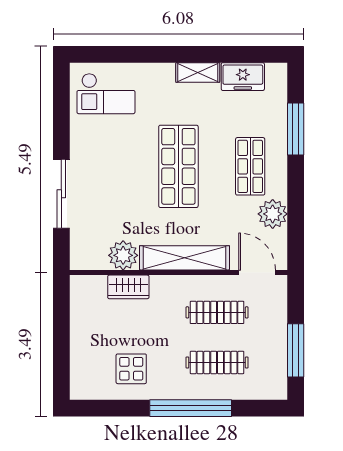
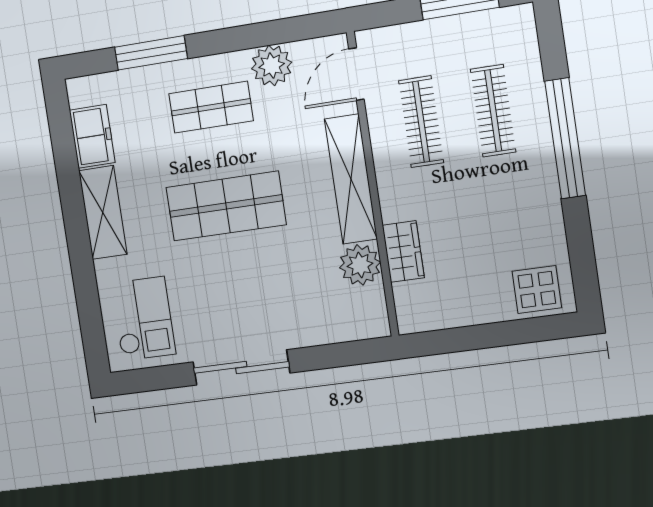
shelving: (198, 72) -> (103, 212), width x1.50, depth x1.33
sliding door: (61, 194) -> (241, 367), moved
display table: (131, 369) -> (537, 290), moved

